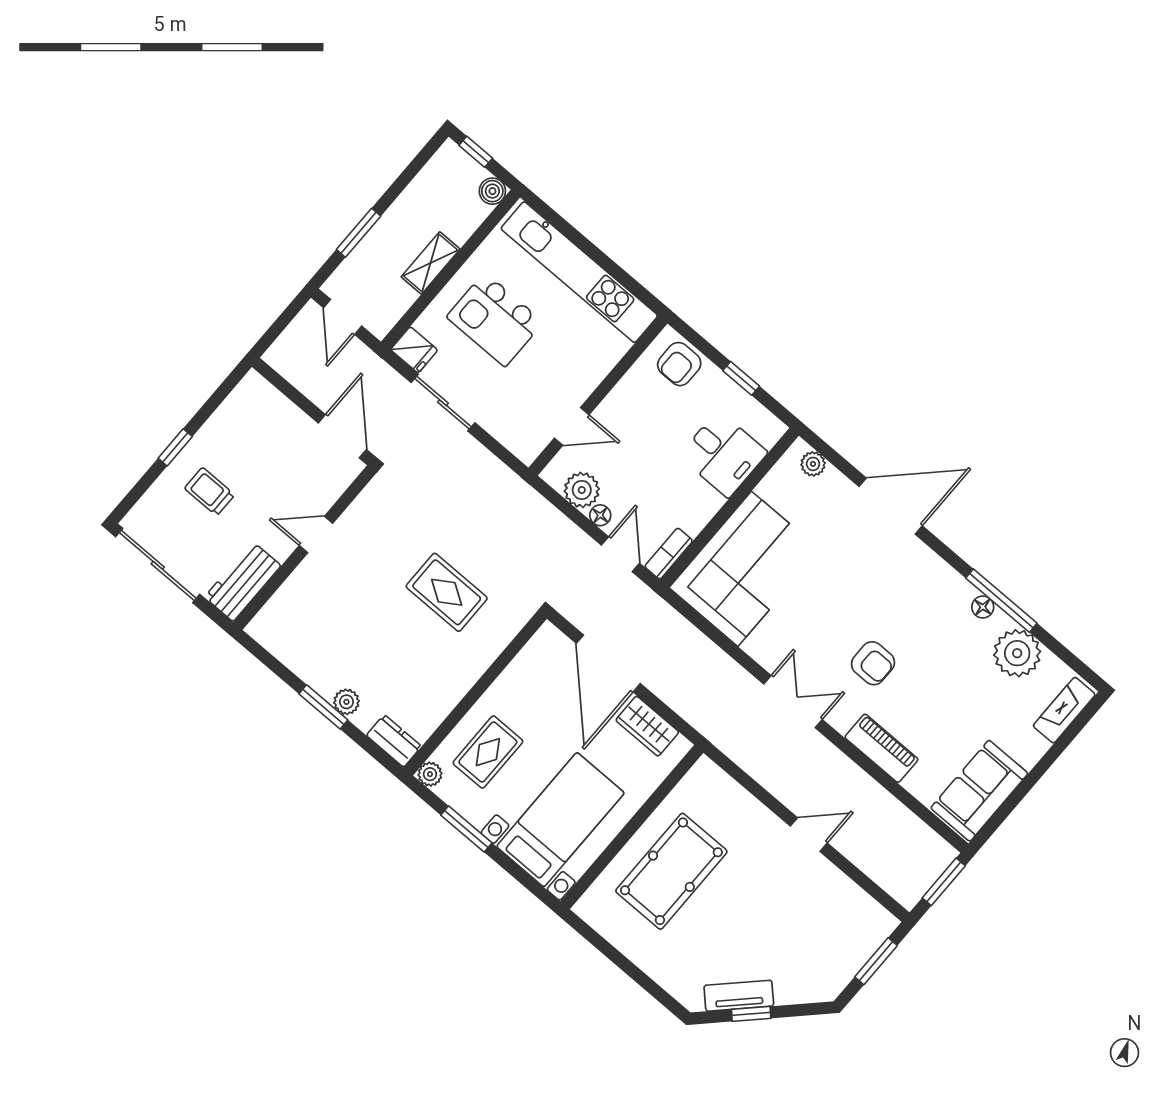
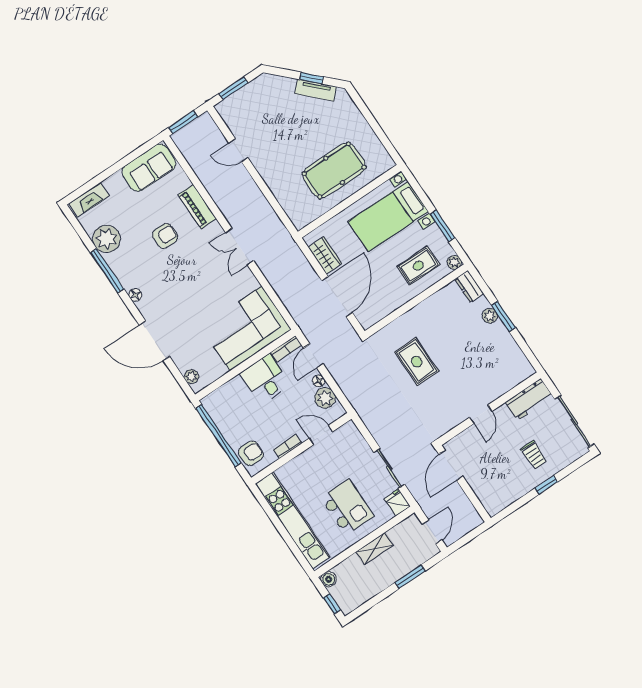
window: (741, 378) -> (218, 436), width x3.17
bookcase: (621, 392) -> (288, 446), added
desk: (723, 454) -> (265, 379), moved
door: (316, 534) -> (481, 414), hinge flipped
floor lamp: (983, 607) -> (135, 295), moved
armchair: (873, 663) -> (165, 236), moved, turned 90
door: (809, 835) -> (238, 150), moved

